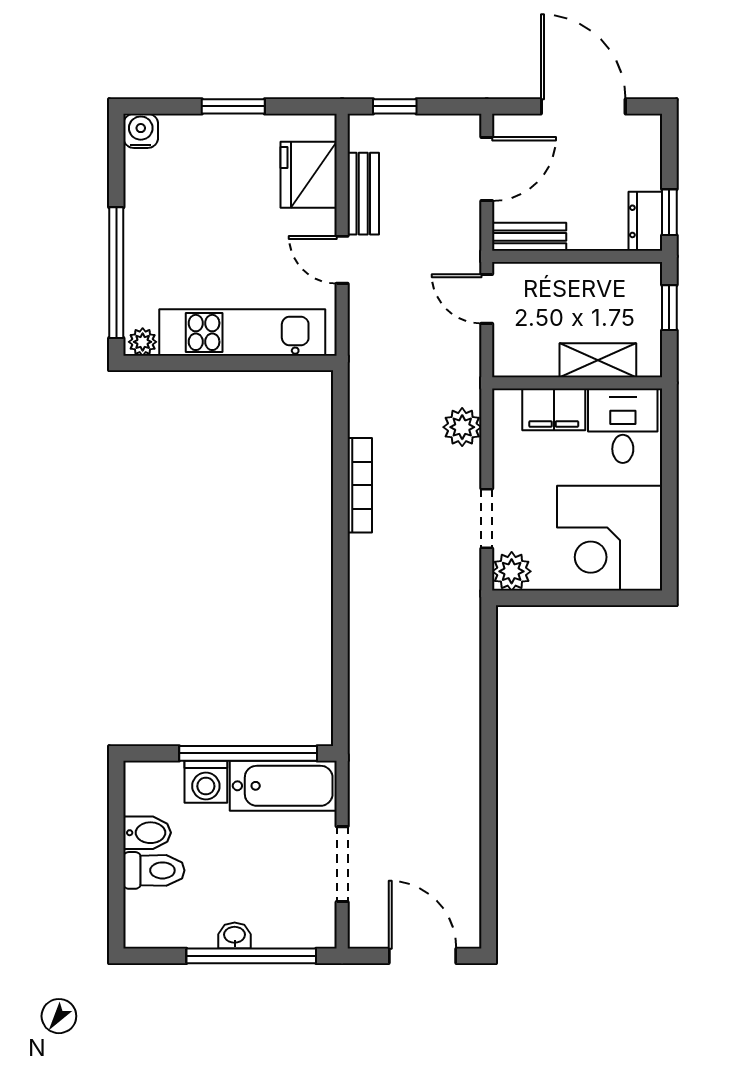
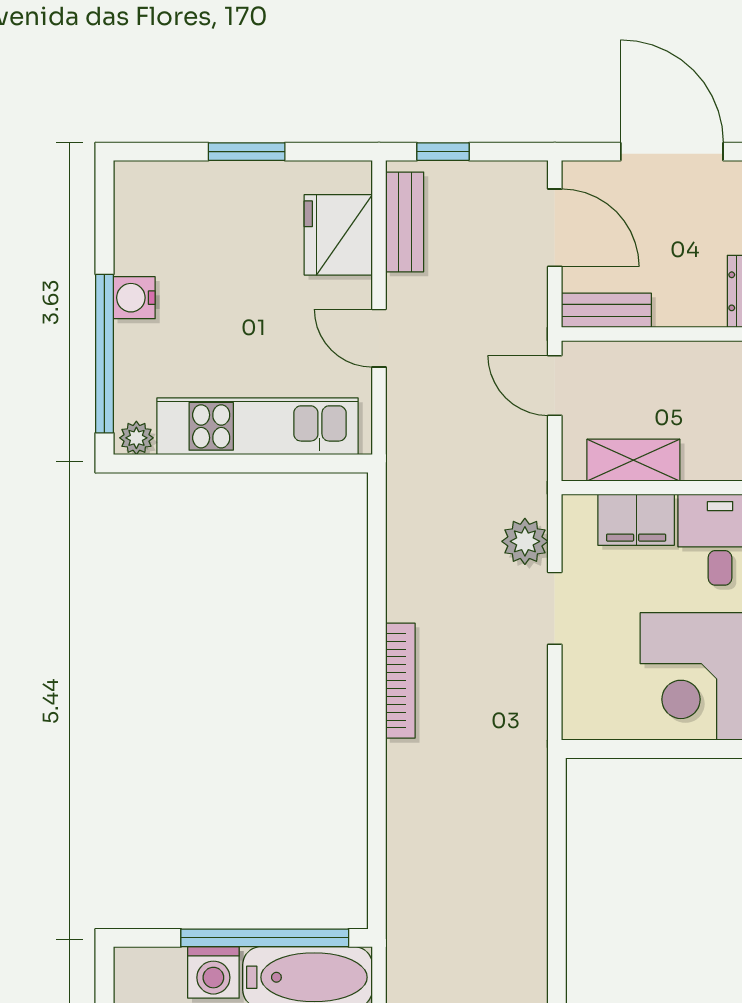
water cooler: (141, 131) -> (134, 298), moved, turned -90
door: (487, 169) -> (555, 228), hinge flipped
bench: (363, 194) -> (405, 222), moved
shelving: (598, 360) -> (633, 460), moved
bookcase: (360, 485) -> (400, 681), moved
doorway: (487, 518) -> (555, 608), moved
plant: (512, 571) -> (585, 717), removed

